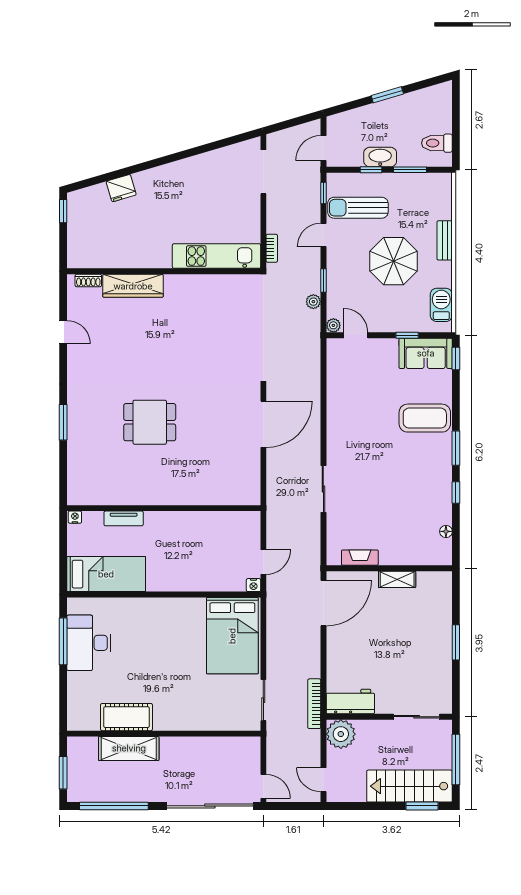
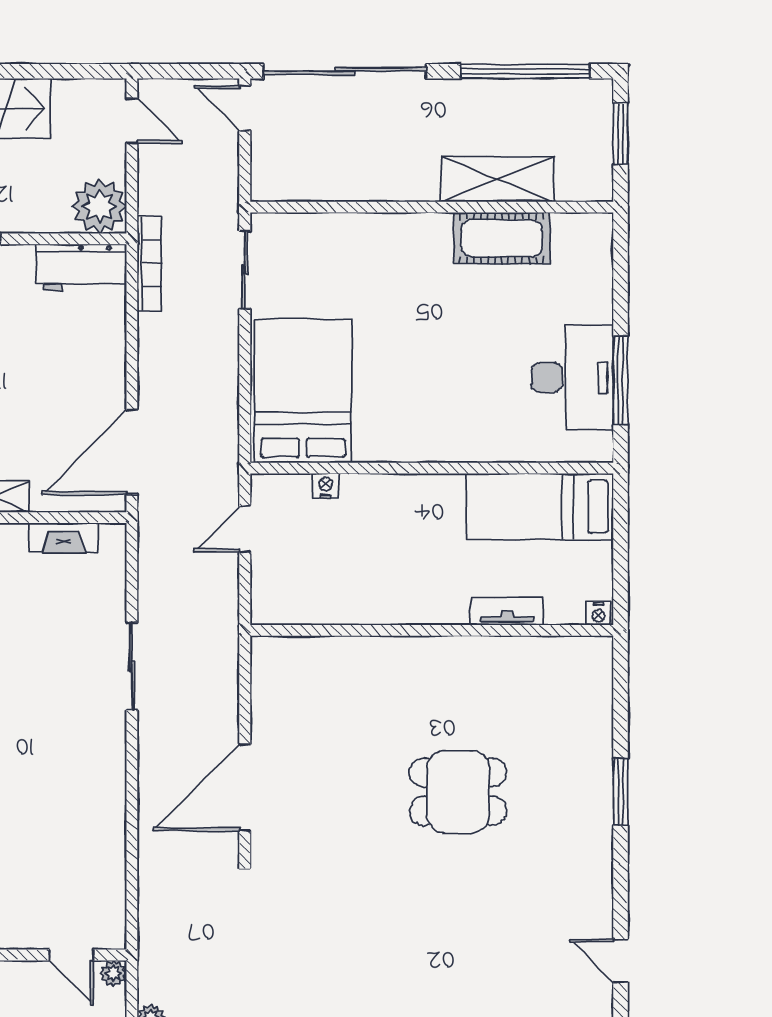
nightstand: (253, 585) -> (326, 486), moved

